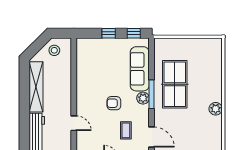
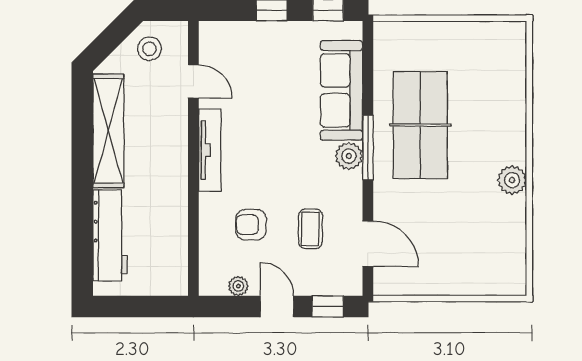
tv unit: (81, 95) -> (210, 150), added
armchair: (114, 103) -> (251, 225), moved
door: (74, 123) -> (193, 81), moved

